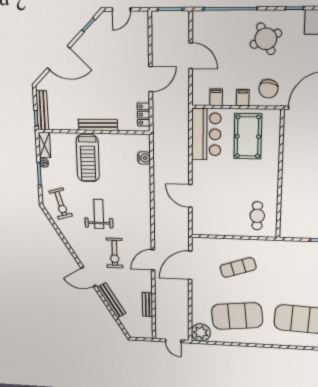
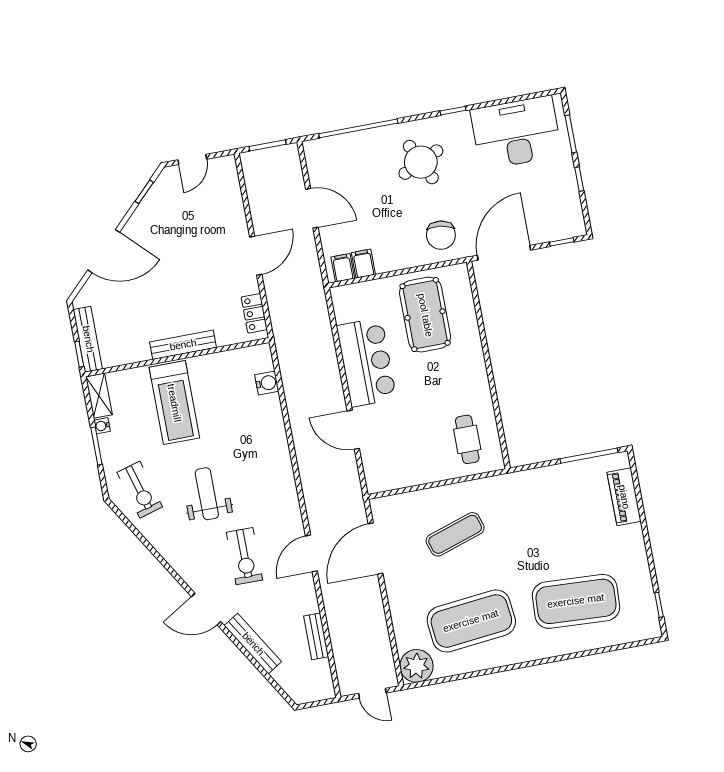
filing cabinet: (243, 98) -> (343, 268), moved
bar counter: (206, 134) -> (366, 362), moved

